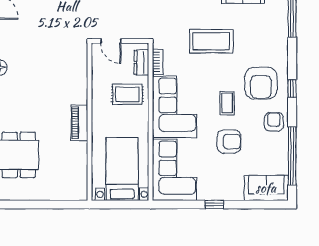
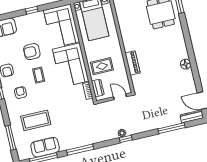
coffee table: (211, 41) -> (36, 120), moved
armchair: (261, 83) -> (20, 93), width x0.53, depth x0.53
piano: (80, 123) -> (133, 63), moved

